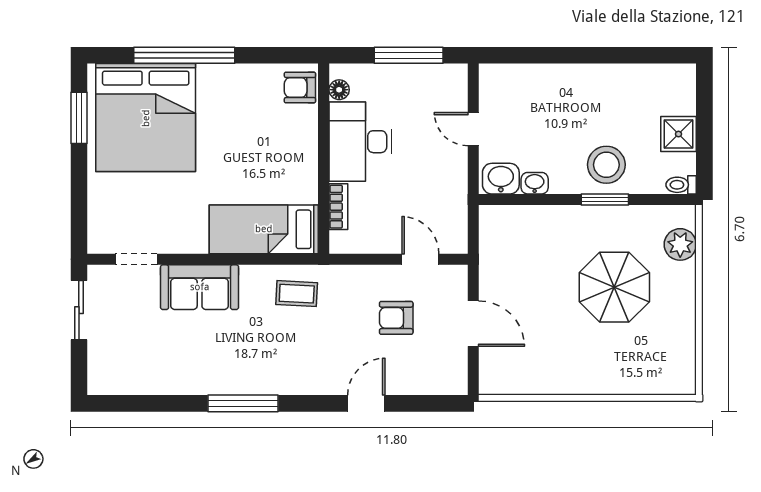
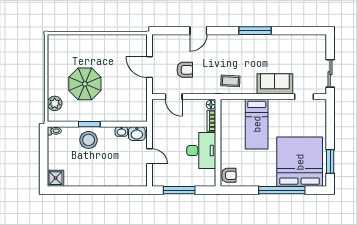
floor lamp: (339, 90) -> (211, 105), moved
shower: (678, 134) -> (55, 178), moved
bed: (264, 229) -> (257, 124), moved, turned 90

